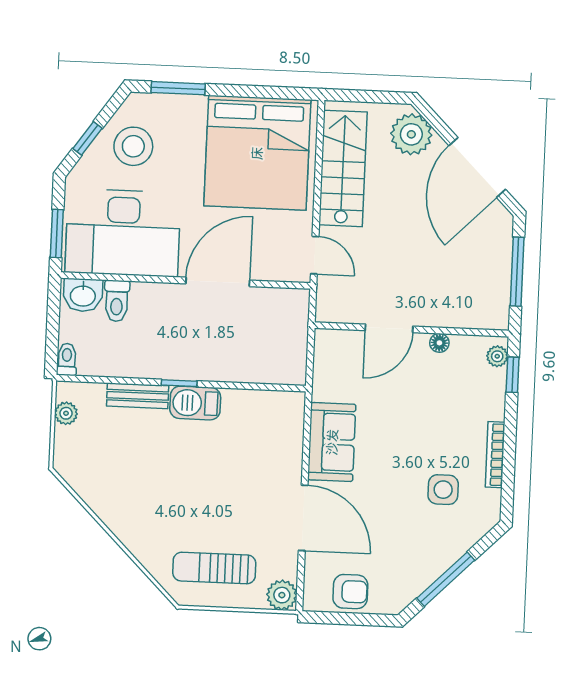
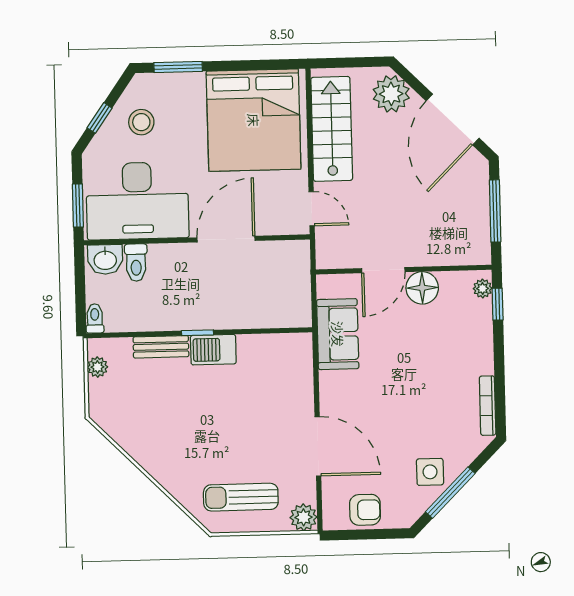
stool: (133, 146) -> (141, 122), width x0.73, depth x0.73
floor lamp: (439, 343) -> (422, 288), width x1.89, depth x1.89
sofa: (332, 442) -> (338, 334), moved
bookcase: (495, 455) -> (488, 406), moved
side table: (443, 490) -> (430, 472), moved

